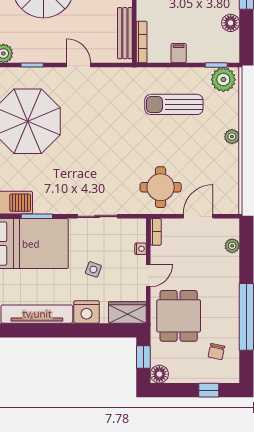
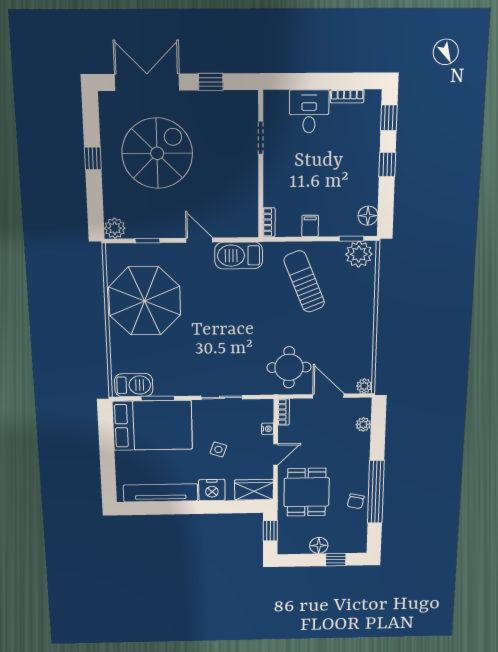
floor lamp: (231, 23) -> (368, 216), moved
bench: (125, 33) -> (250, 204), removed
bookcase: (142, 42) -> (269, 222), width x0.64
barbecue: (114, 80) -> (239, 256), added
sun lounger: (174, 104) -> (304, 281), turned 68
plant: (232, 137) -> (364, 386), moved
door: (198, 216) -> (328, 396), hinge flipped
chair: (216, 352) -> (356, 501), moved
floor lamp: (159, 374) -> (319, 545), moved

